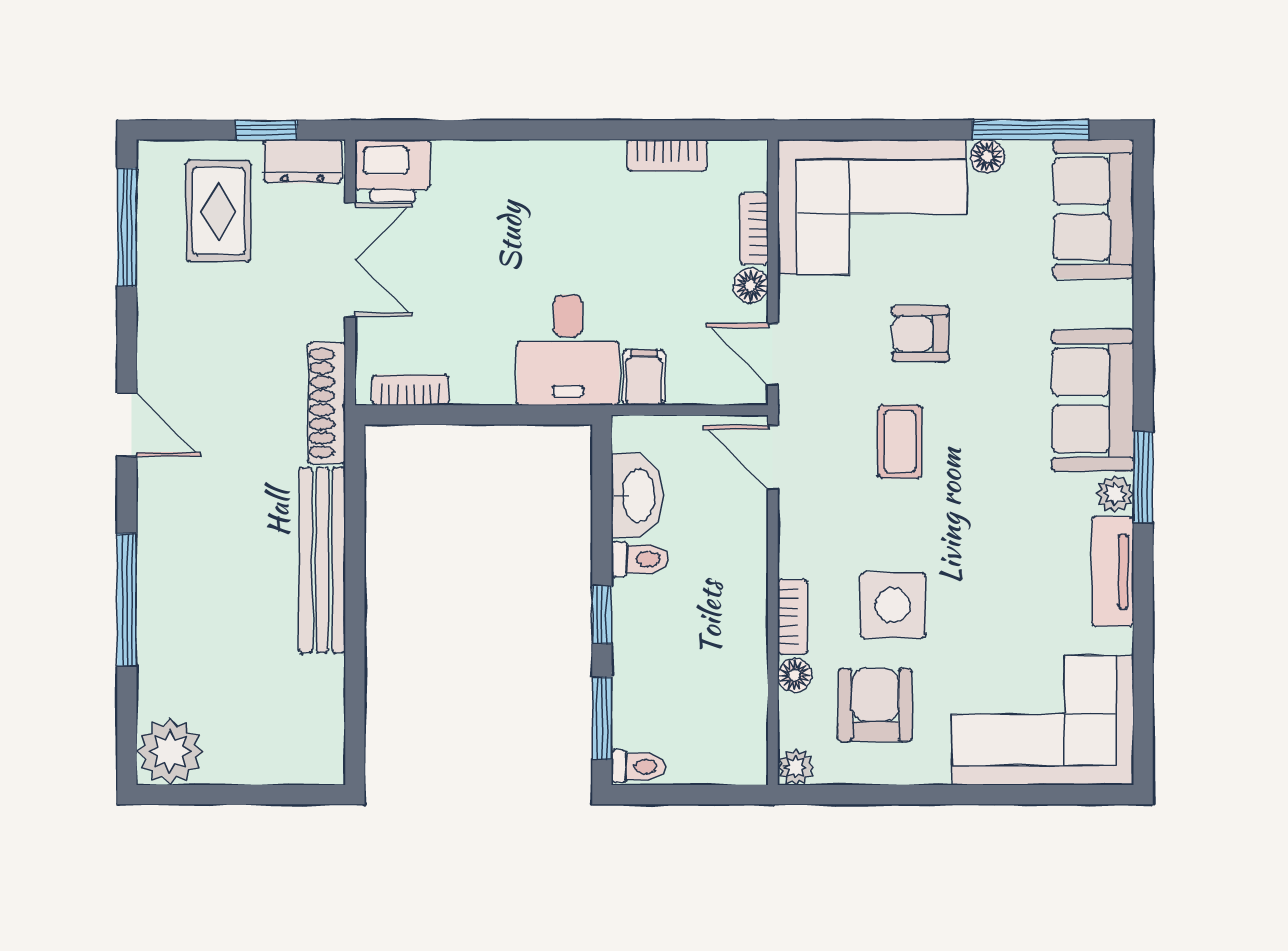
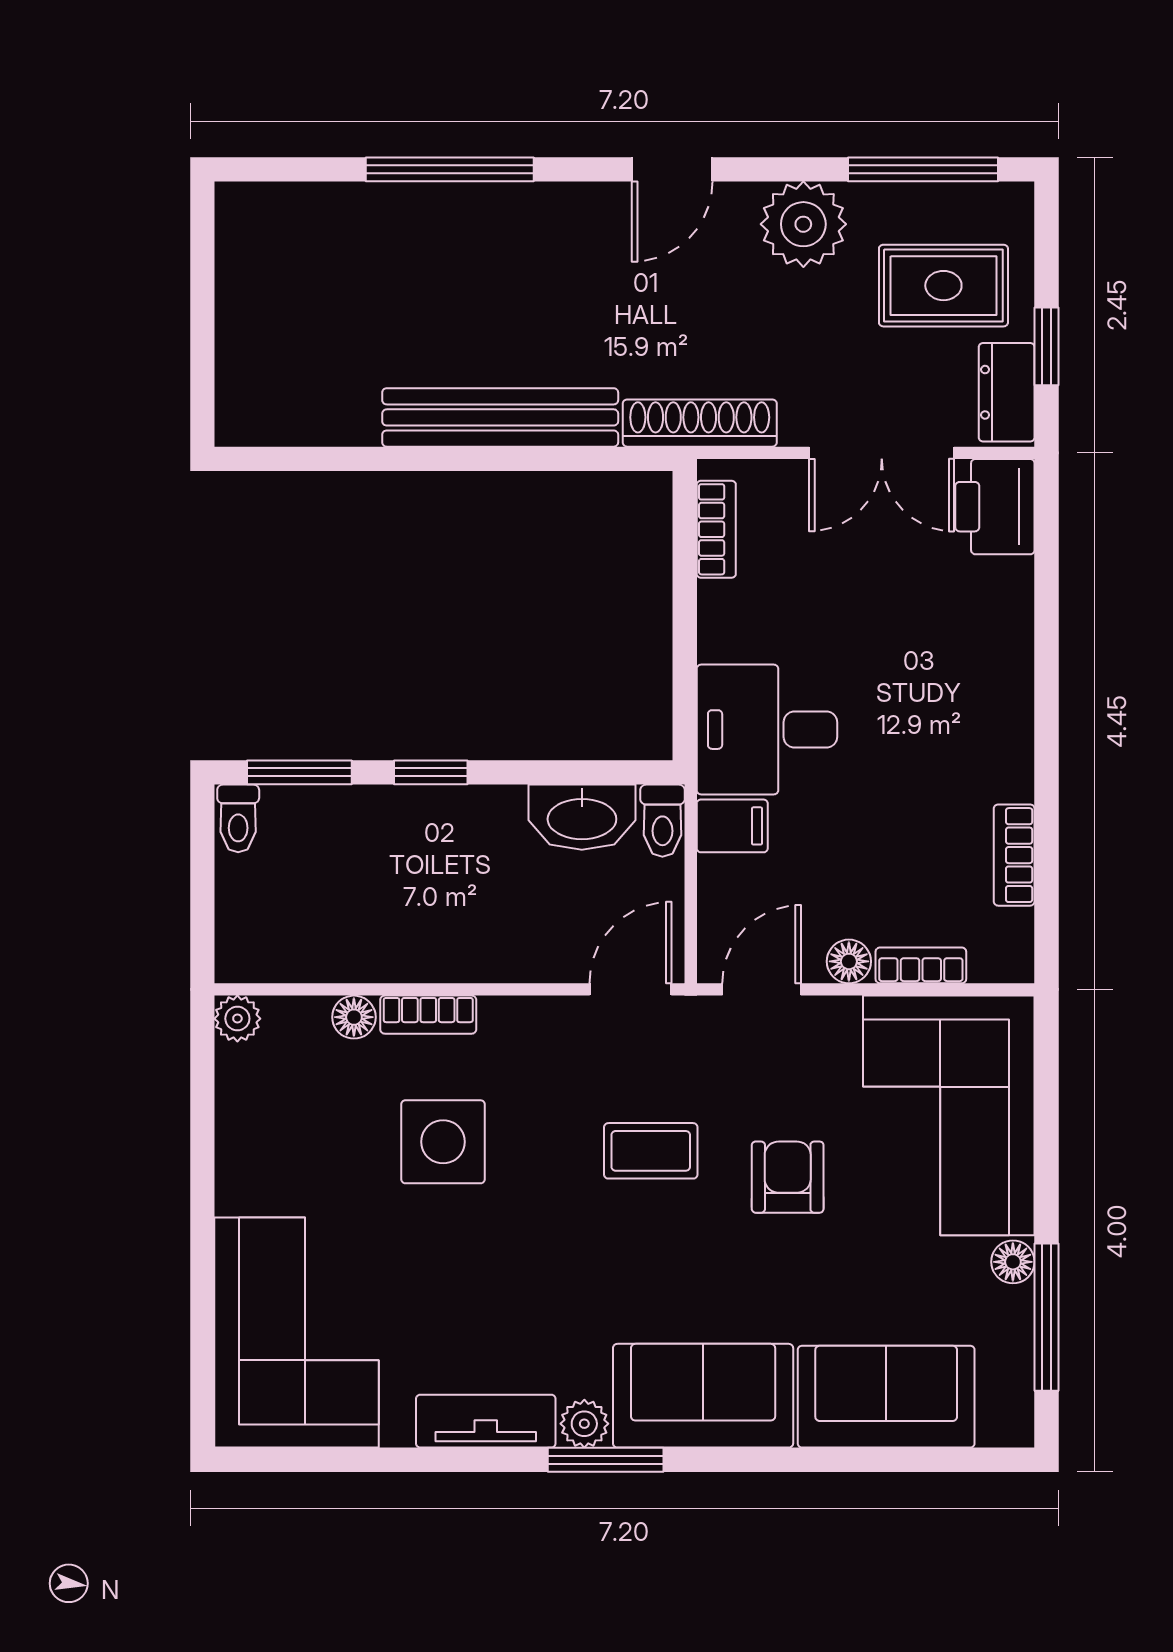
sofa: (1093, 209) -> (886, 1397), moved
toilet: (640, 559) -> (662, 821), moved
armchair: (875, 705) -> (316, 1120), removed
plant: (170, 752) -> (803, 224), moved

